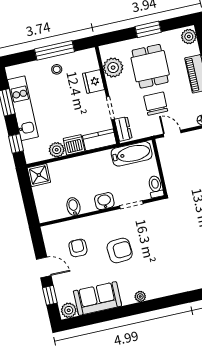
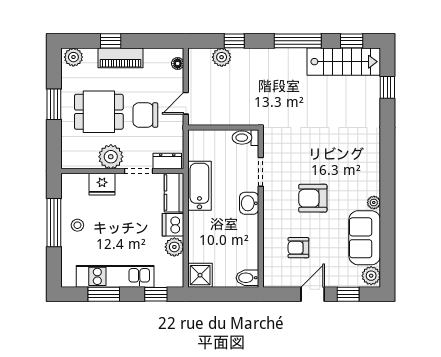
plant: (113, 68) -> (111, 157), moved
bathtub: (132, 154) -> (199, 186), moved
bidet: (73, 207) -> (247, 278), moved
armchair: (120, 251) -> (313, 198), turned -86
plant: (140, 296) -> (374, 203), moved

